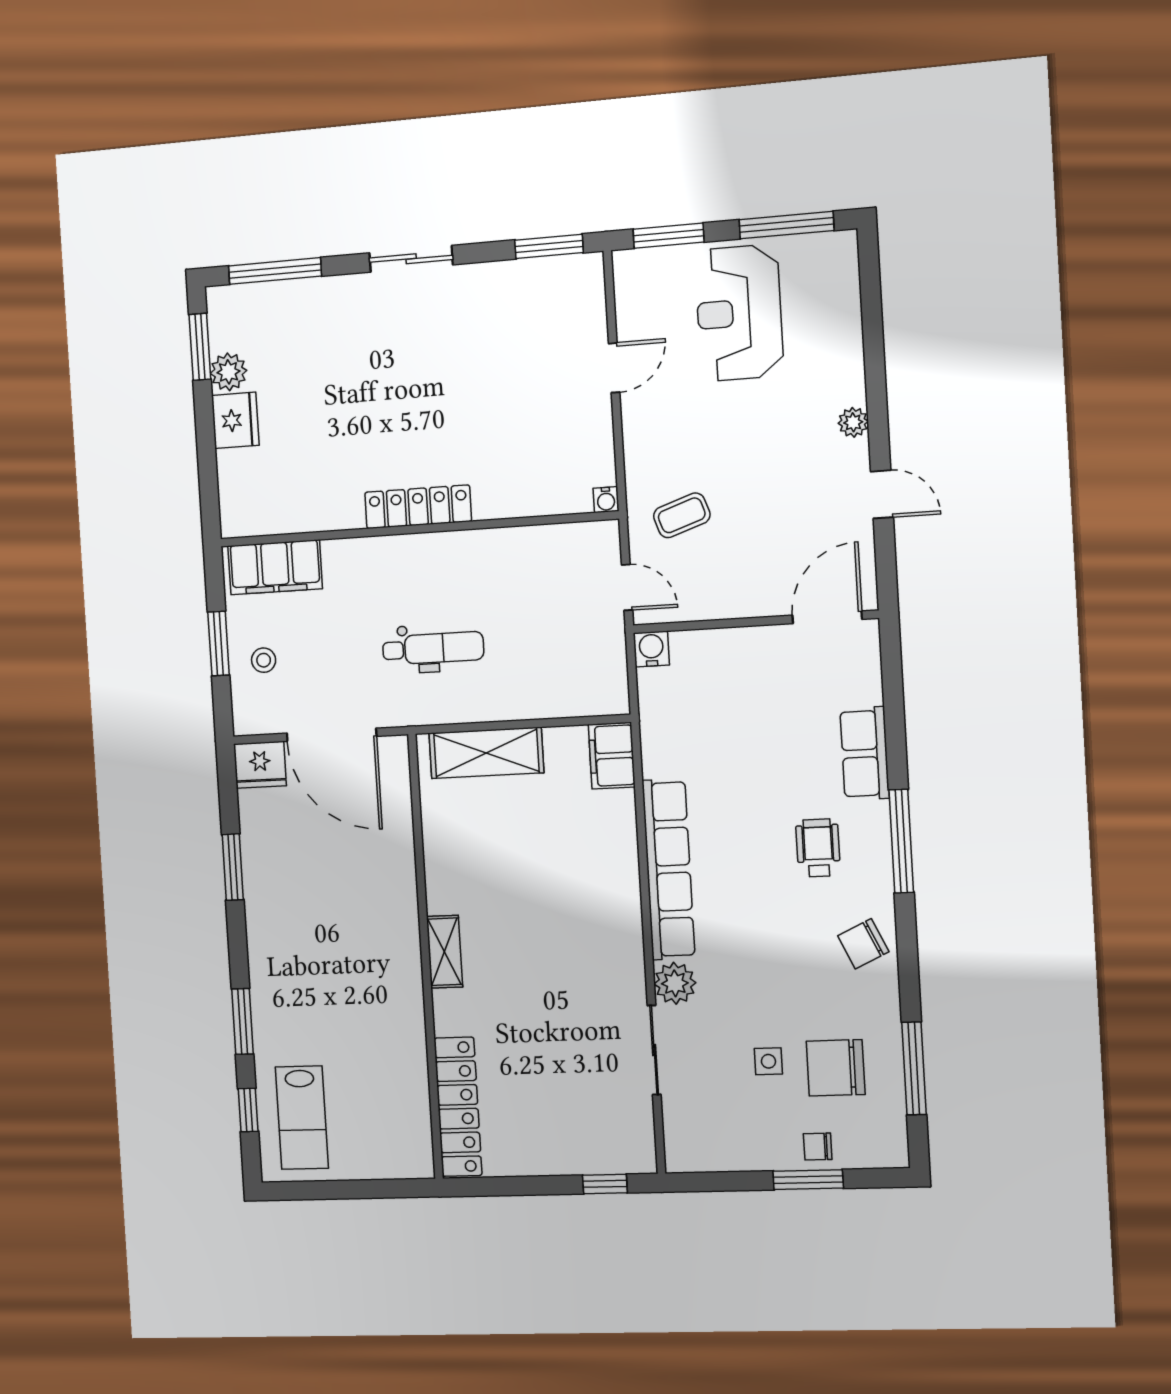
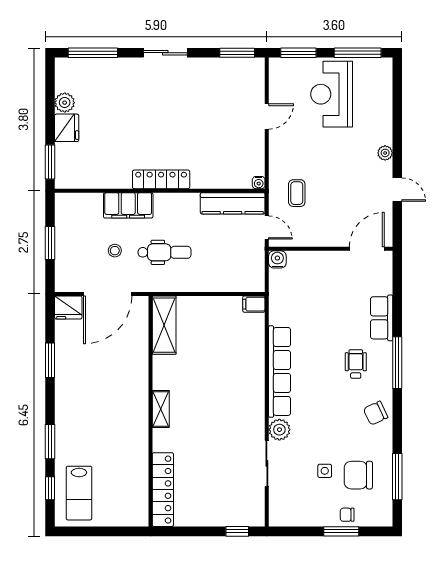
window: (200, 347) -> (50, 162), moved
coffee table: (682, 515) -> (297, 193), turned -71
kitchen counter: (558, 544) -> (233, 203), added
filing cabinet: (275, 567) -> (128, 205), moved
stool: (264, 660) -> (115, 251), moved
door: (332, 735) -> (108, 294), hinge flipped
shelving: (486, 753) -> (164, 325), moved, turned 90
filing cabinet: (612, 756) -> (254, 304), width x0.50

